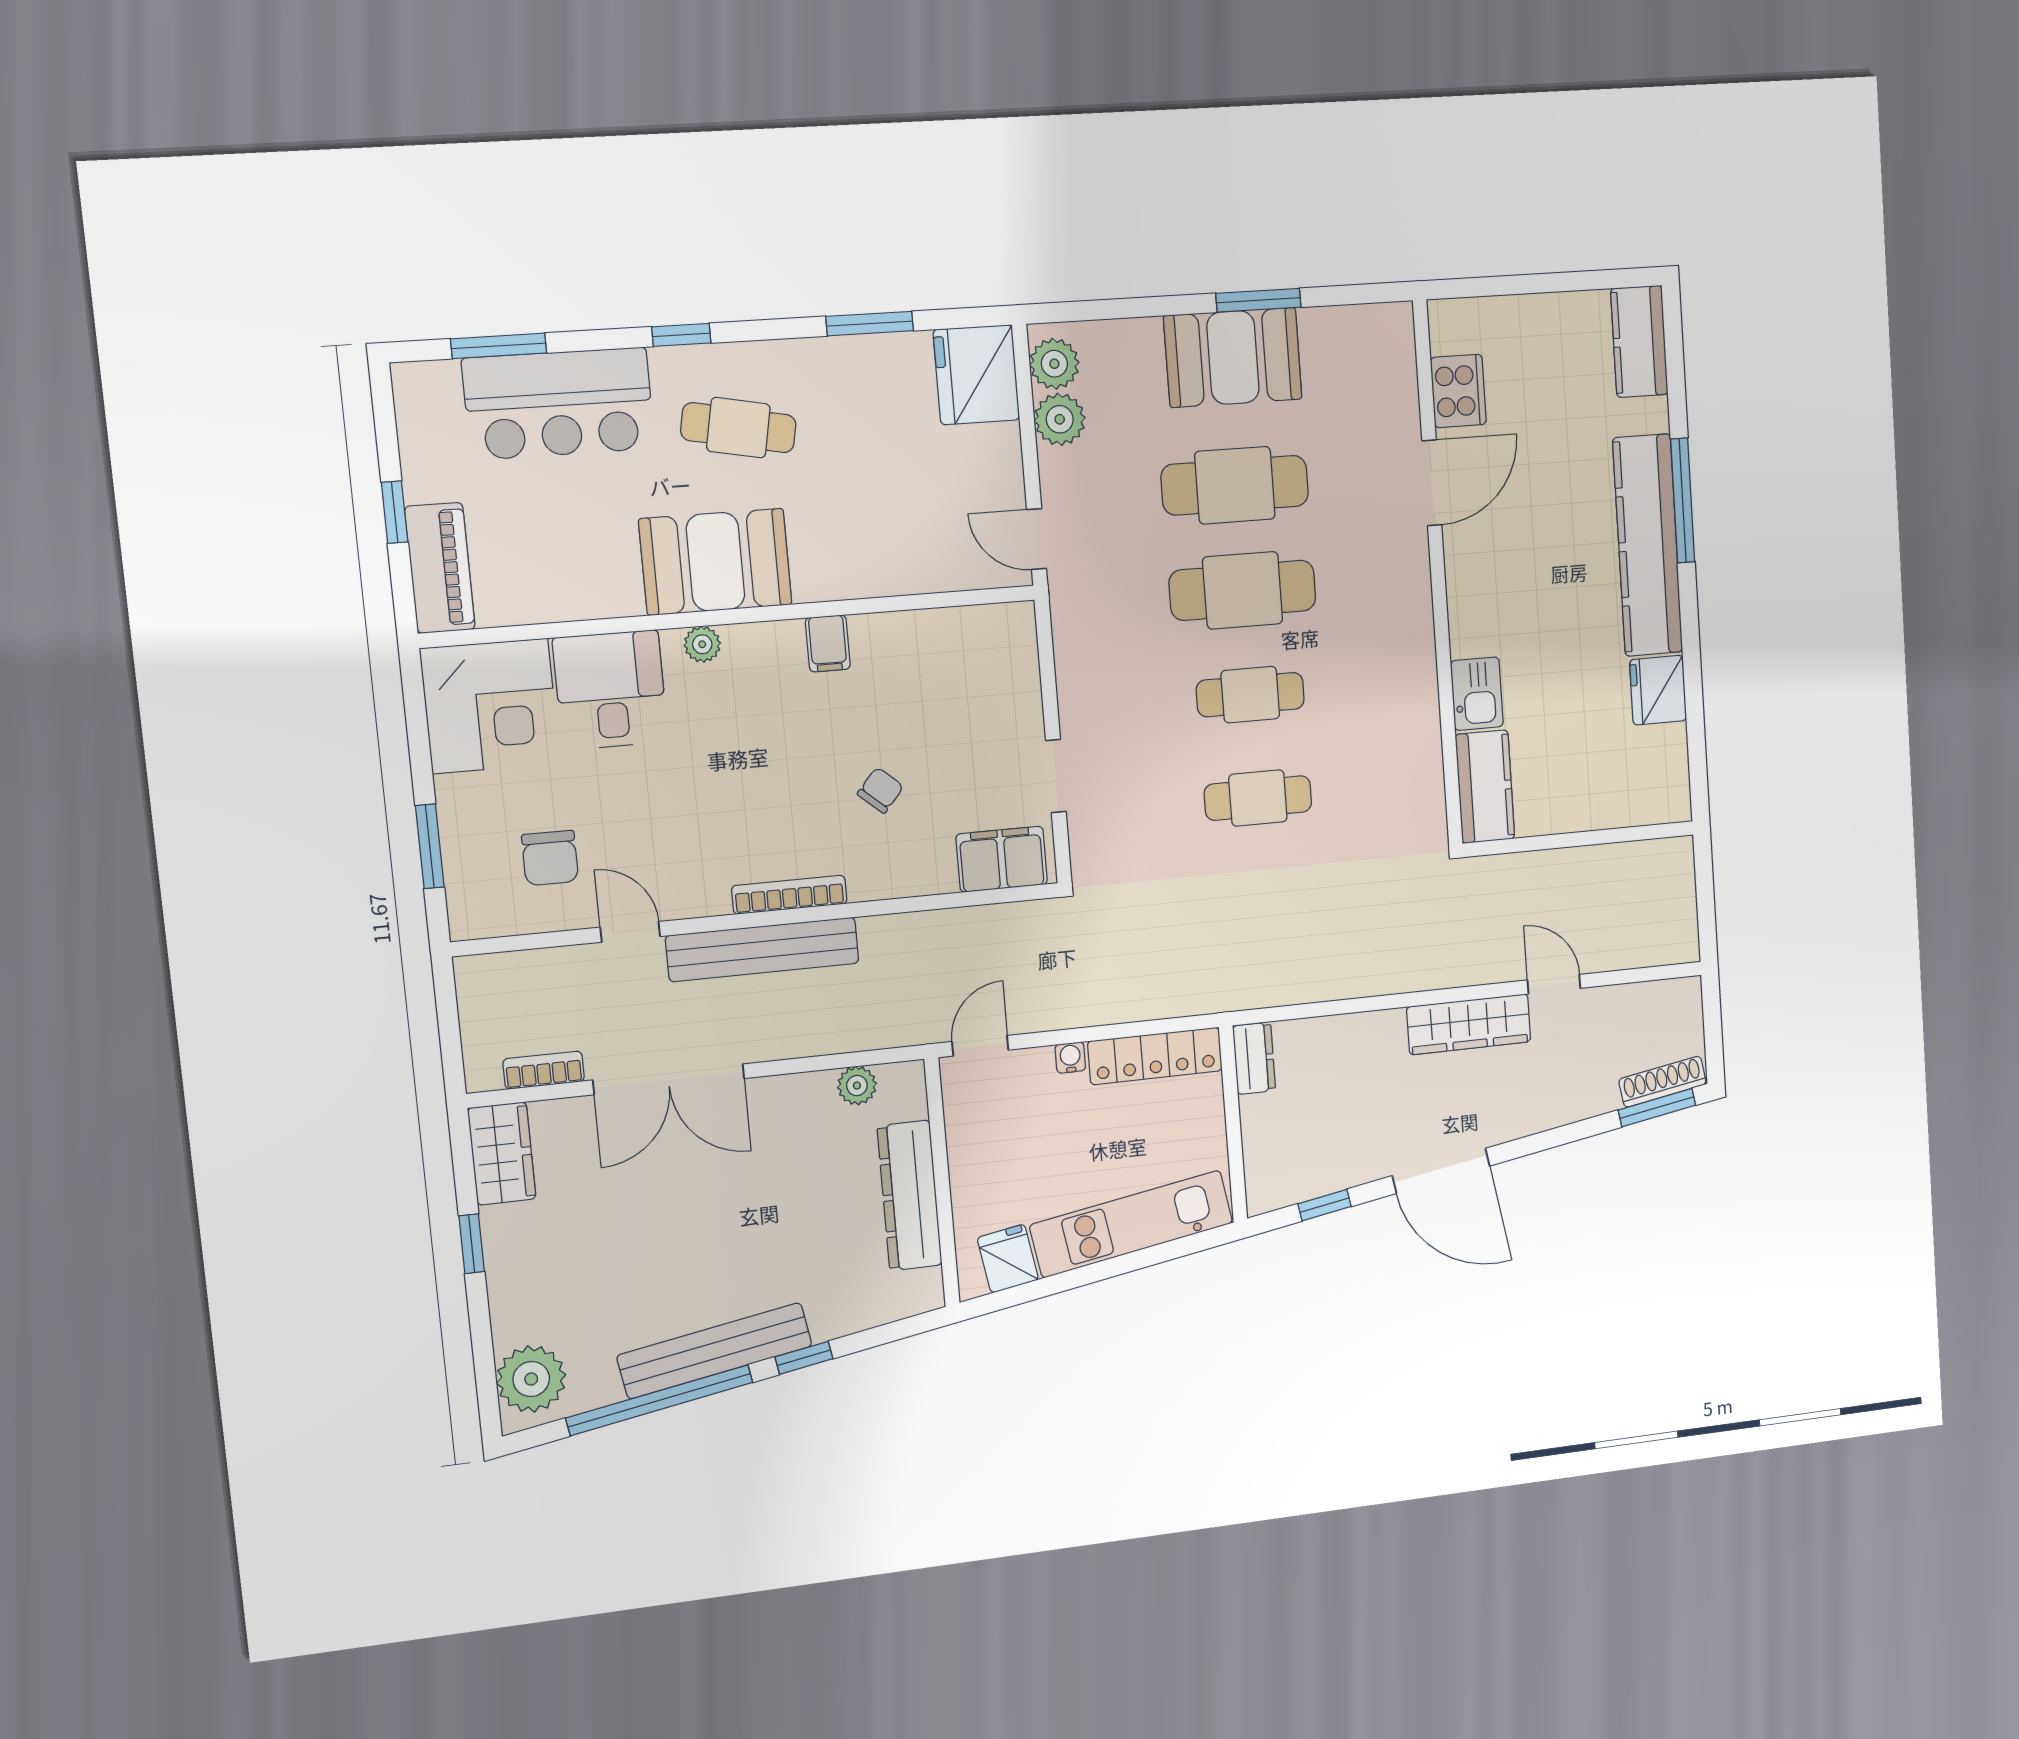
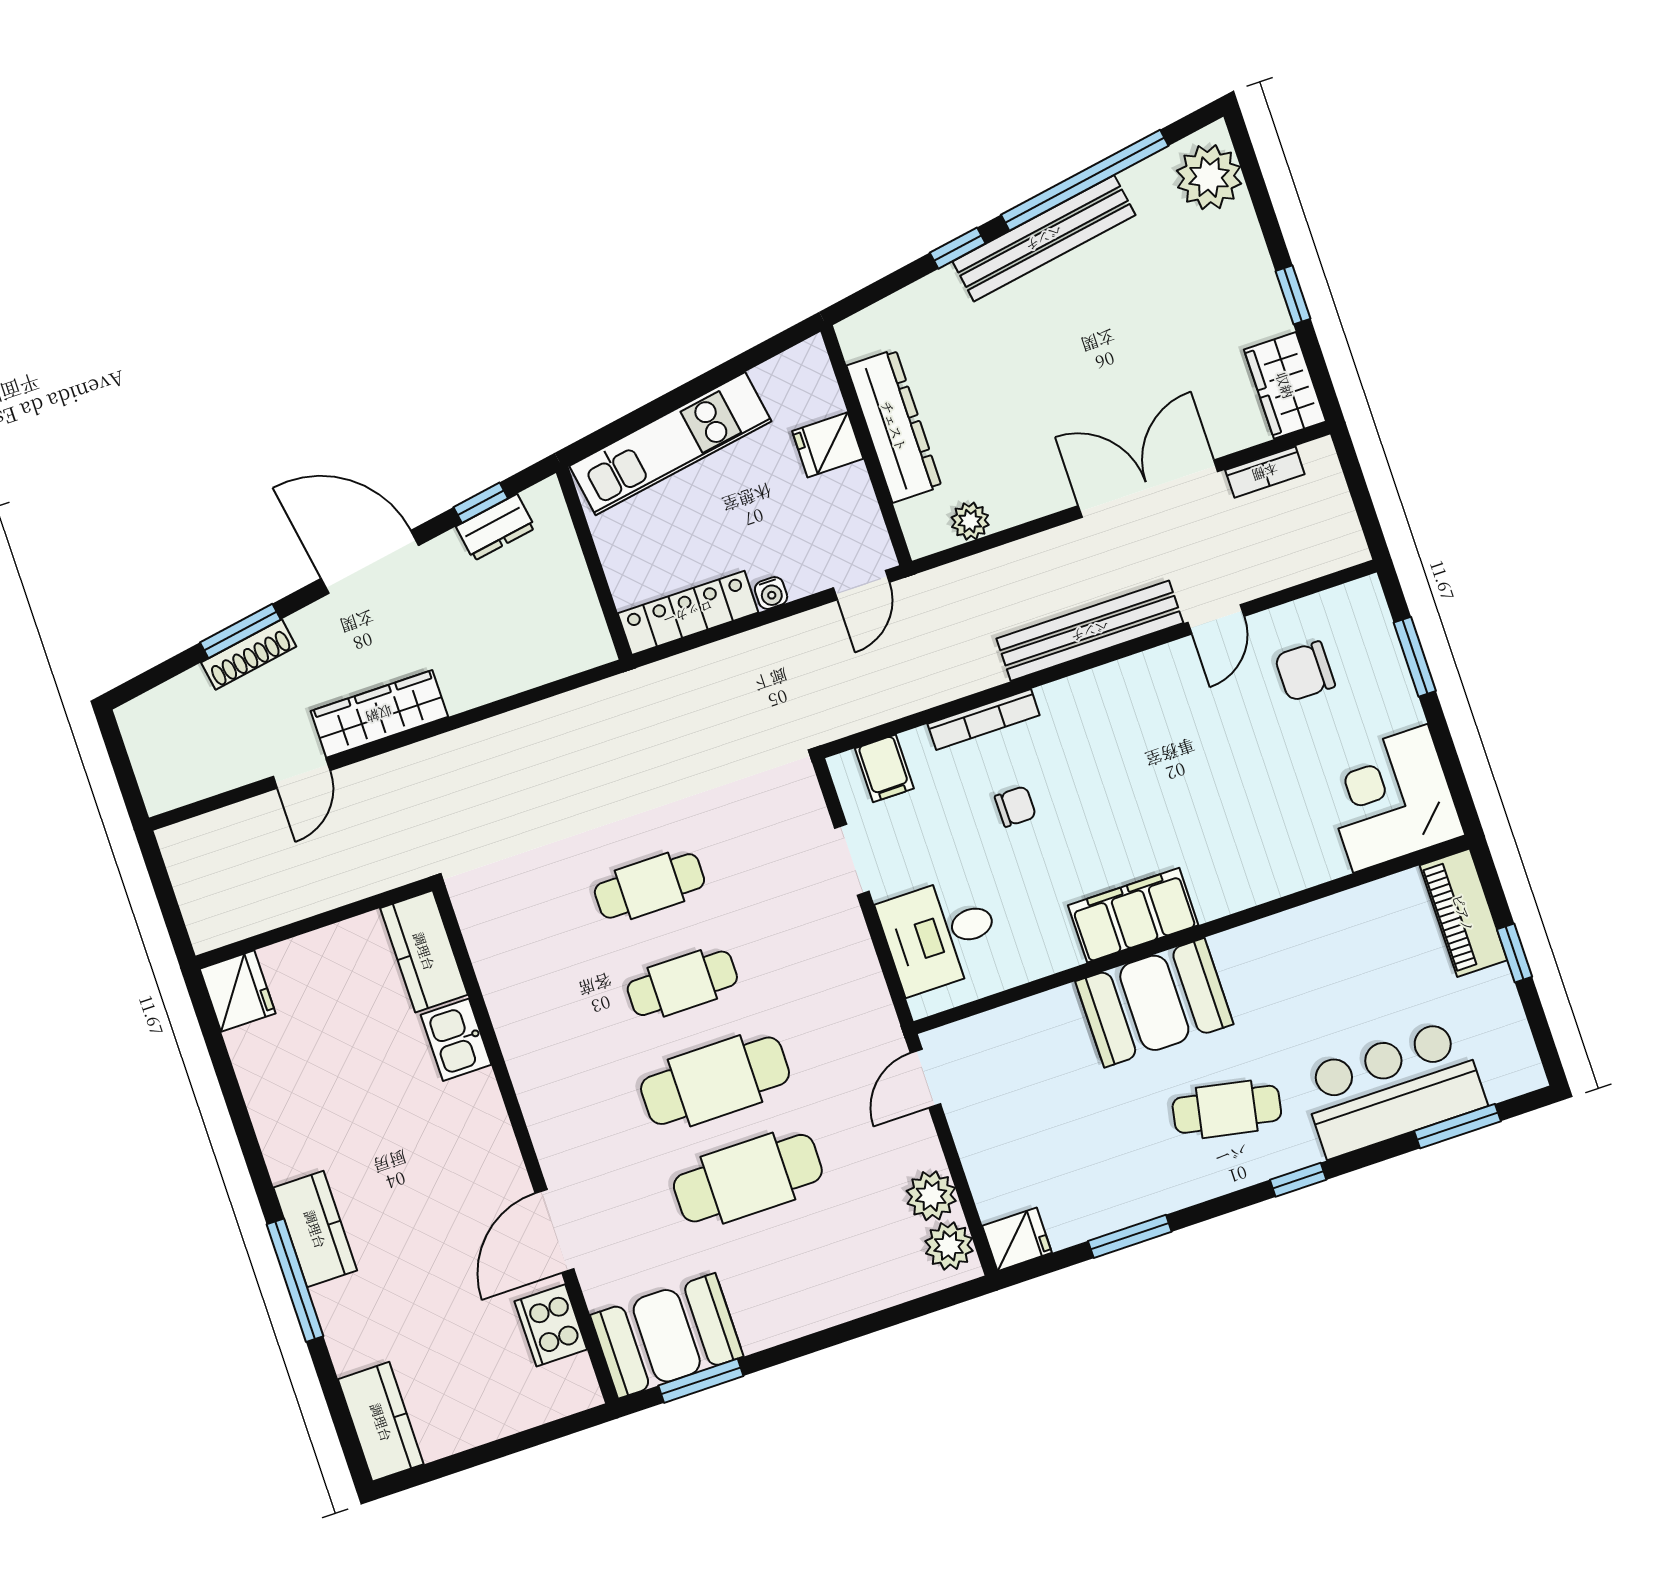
window: (1258, 300) -> (701, 1381), moved
booth: (1233, 358) -> (667, 1336), moved
fridge: (977, 375) -> (1017, 1239), width x0.53, depth x0.75
door: (1037, 539) -> (926, 1079), swing flipped
kitchen counter: (1648, 545) -> (315, 1229), width x0.48, depth x0.86
booth: (715, 562) -> (1154, 1003), moved
filing cabinet: (828, 643) -> (1133, 915), width x3.00, depth x1.17
plant: (702, 644) -> (1213, 902), removed
desk: (610, 690) -> (940, 935), moved, turned 90
fridge: (1658, 690) -> (238, 991), moved
chair: (880, 790) -> (1015, 806), turned -131
chair: (550, 858) -> (1305, 671), turned -90
filing cabinet: (1002, 859) -> (884, 768), width x0.50
bookcase: (789, 895) -> (984, 720), moved
door: (630, 932) -> (1216, 619), hinge flipped
door: (1554, 984) -> (302, 773), hinge flipped
dresser: (1254, 1058) -> (496, 527), moved, turned -99
shoe rack: (1663, 1082) -> (249, 655), moved
window: (1657, 1108) -> (240, 631), moved
fridge: (1008, 1259) -> (828, 445), moved, turned 99

